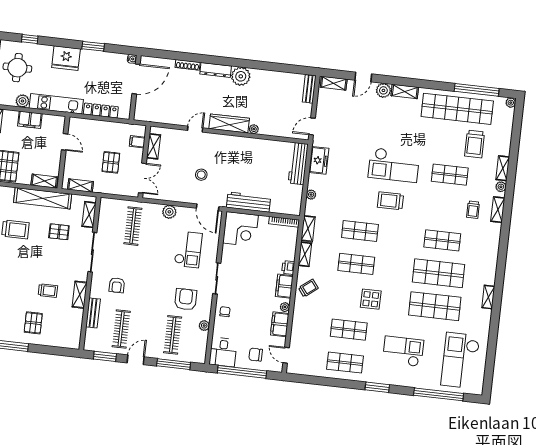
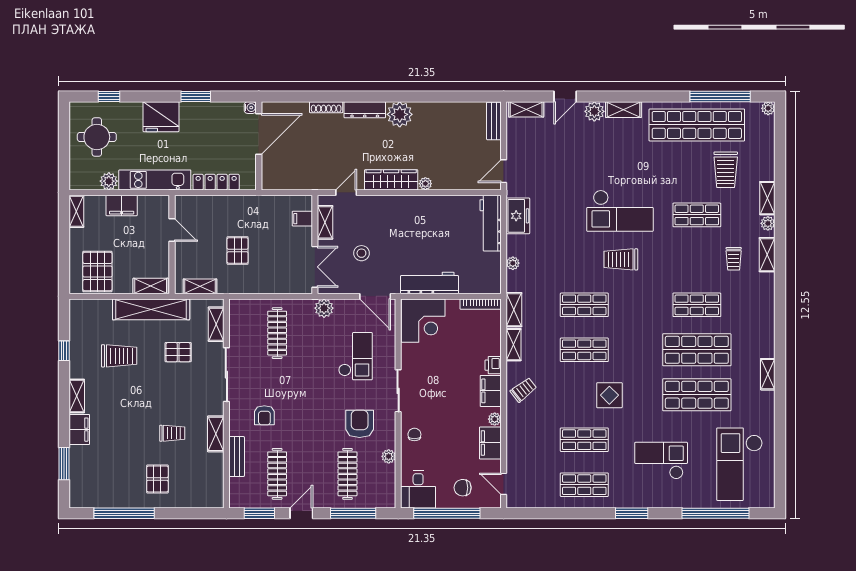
filing cabinet: (137, 142) -> (302, 219), moved
shelving: (154, 146) -> (325, 222), moved
wall: (144, 162) -> (315, 244), moved
double door: (142, 178) -> (315, 267), moved

